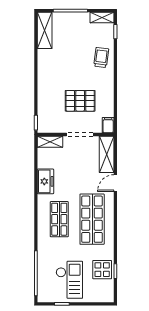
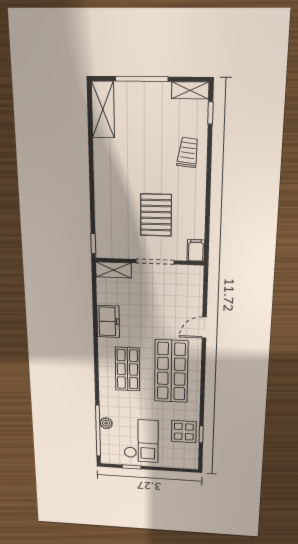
pallet: (80, 101) -> (156, 215), turned 90
shelving: (107, 154) -> (193, 290), removed
plant: (42, 266) -> (106, 423), added

